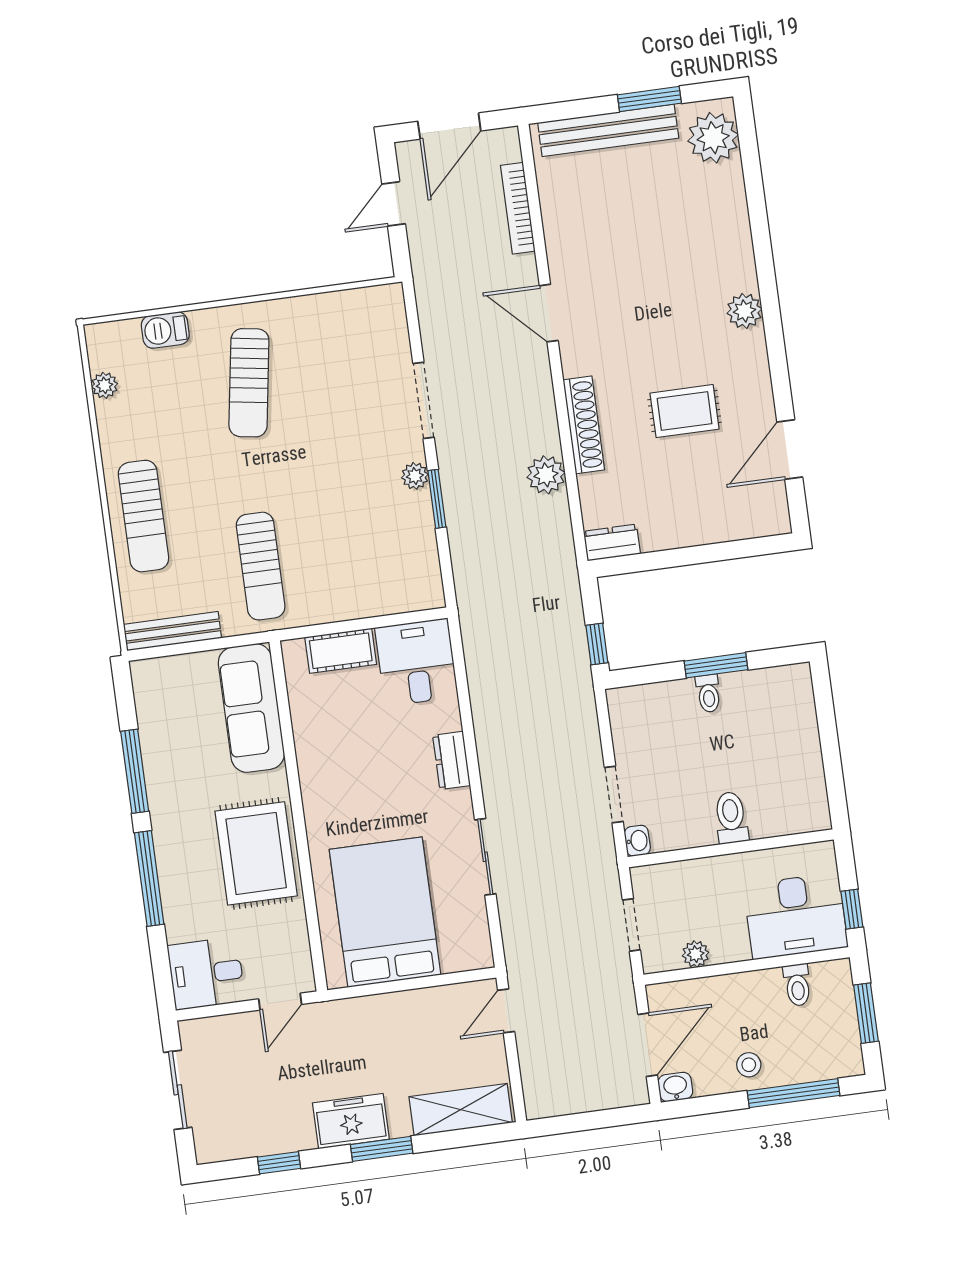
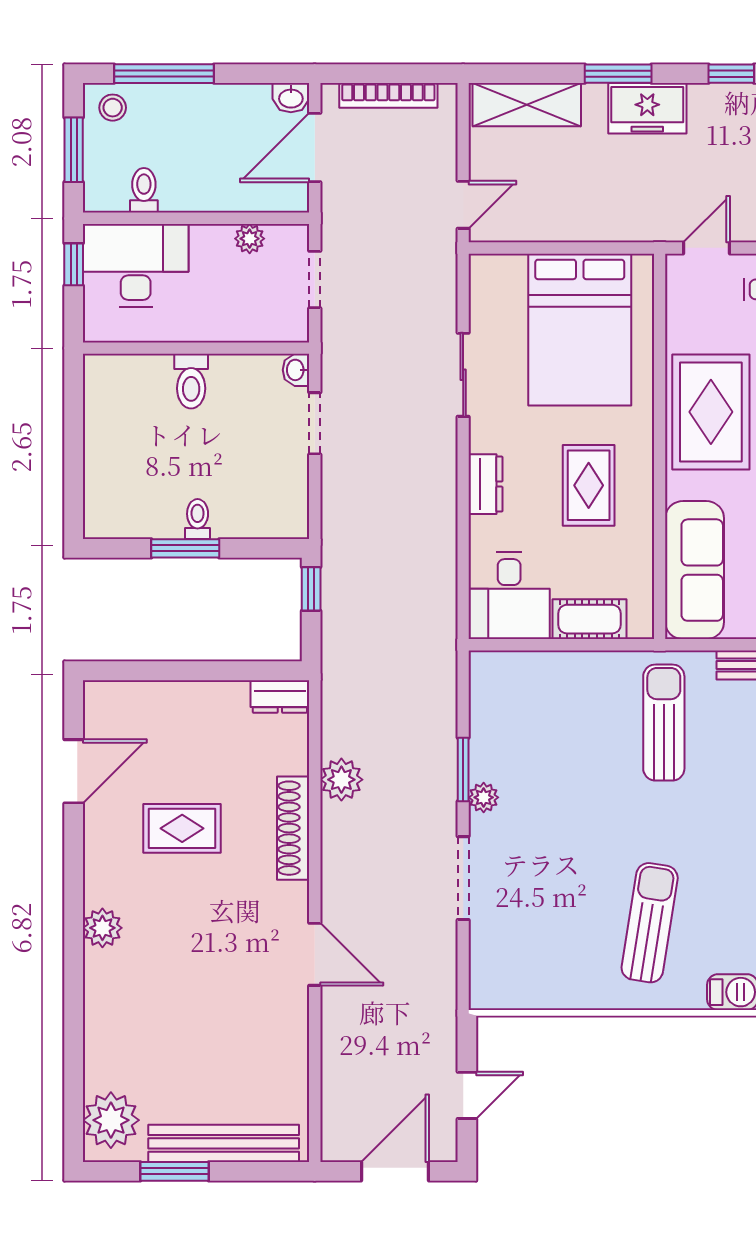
bookcase: (518, 208) -> (388, 95), moved, turned 90
rug: (358, 772) -> (589, 485), added
stool: (749, 1065) -> (113, 108), moved

